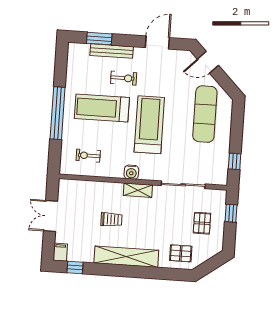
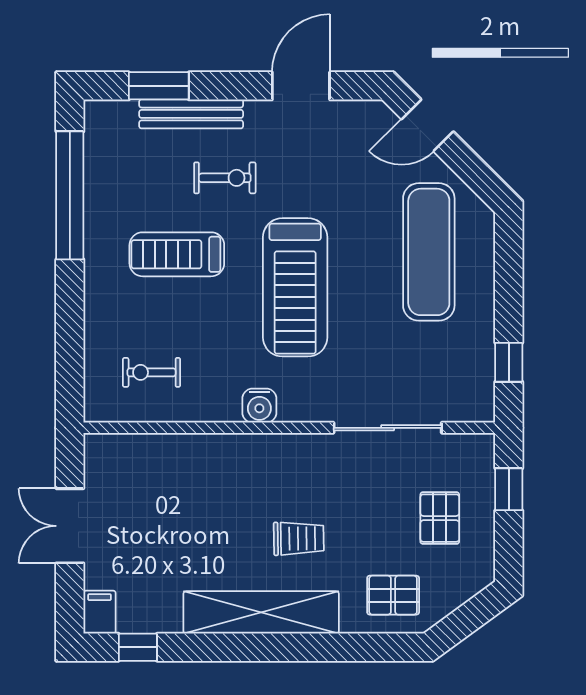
treadmill: (102, 108) -> (177, 254), width x0.73, depth x0.73
window: (58, 113) -> (70, 195), moved
treadmill: (149, 125) -> (295, 287), turned 180
shelving: (138, 190) -> (278, 448), removed
trolley: (111, 219) -> (299, 538), moved

